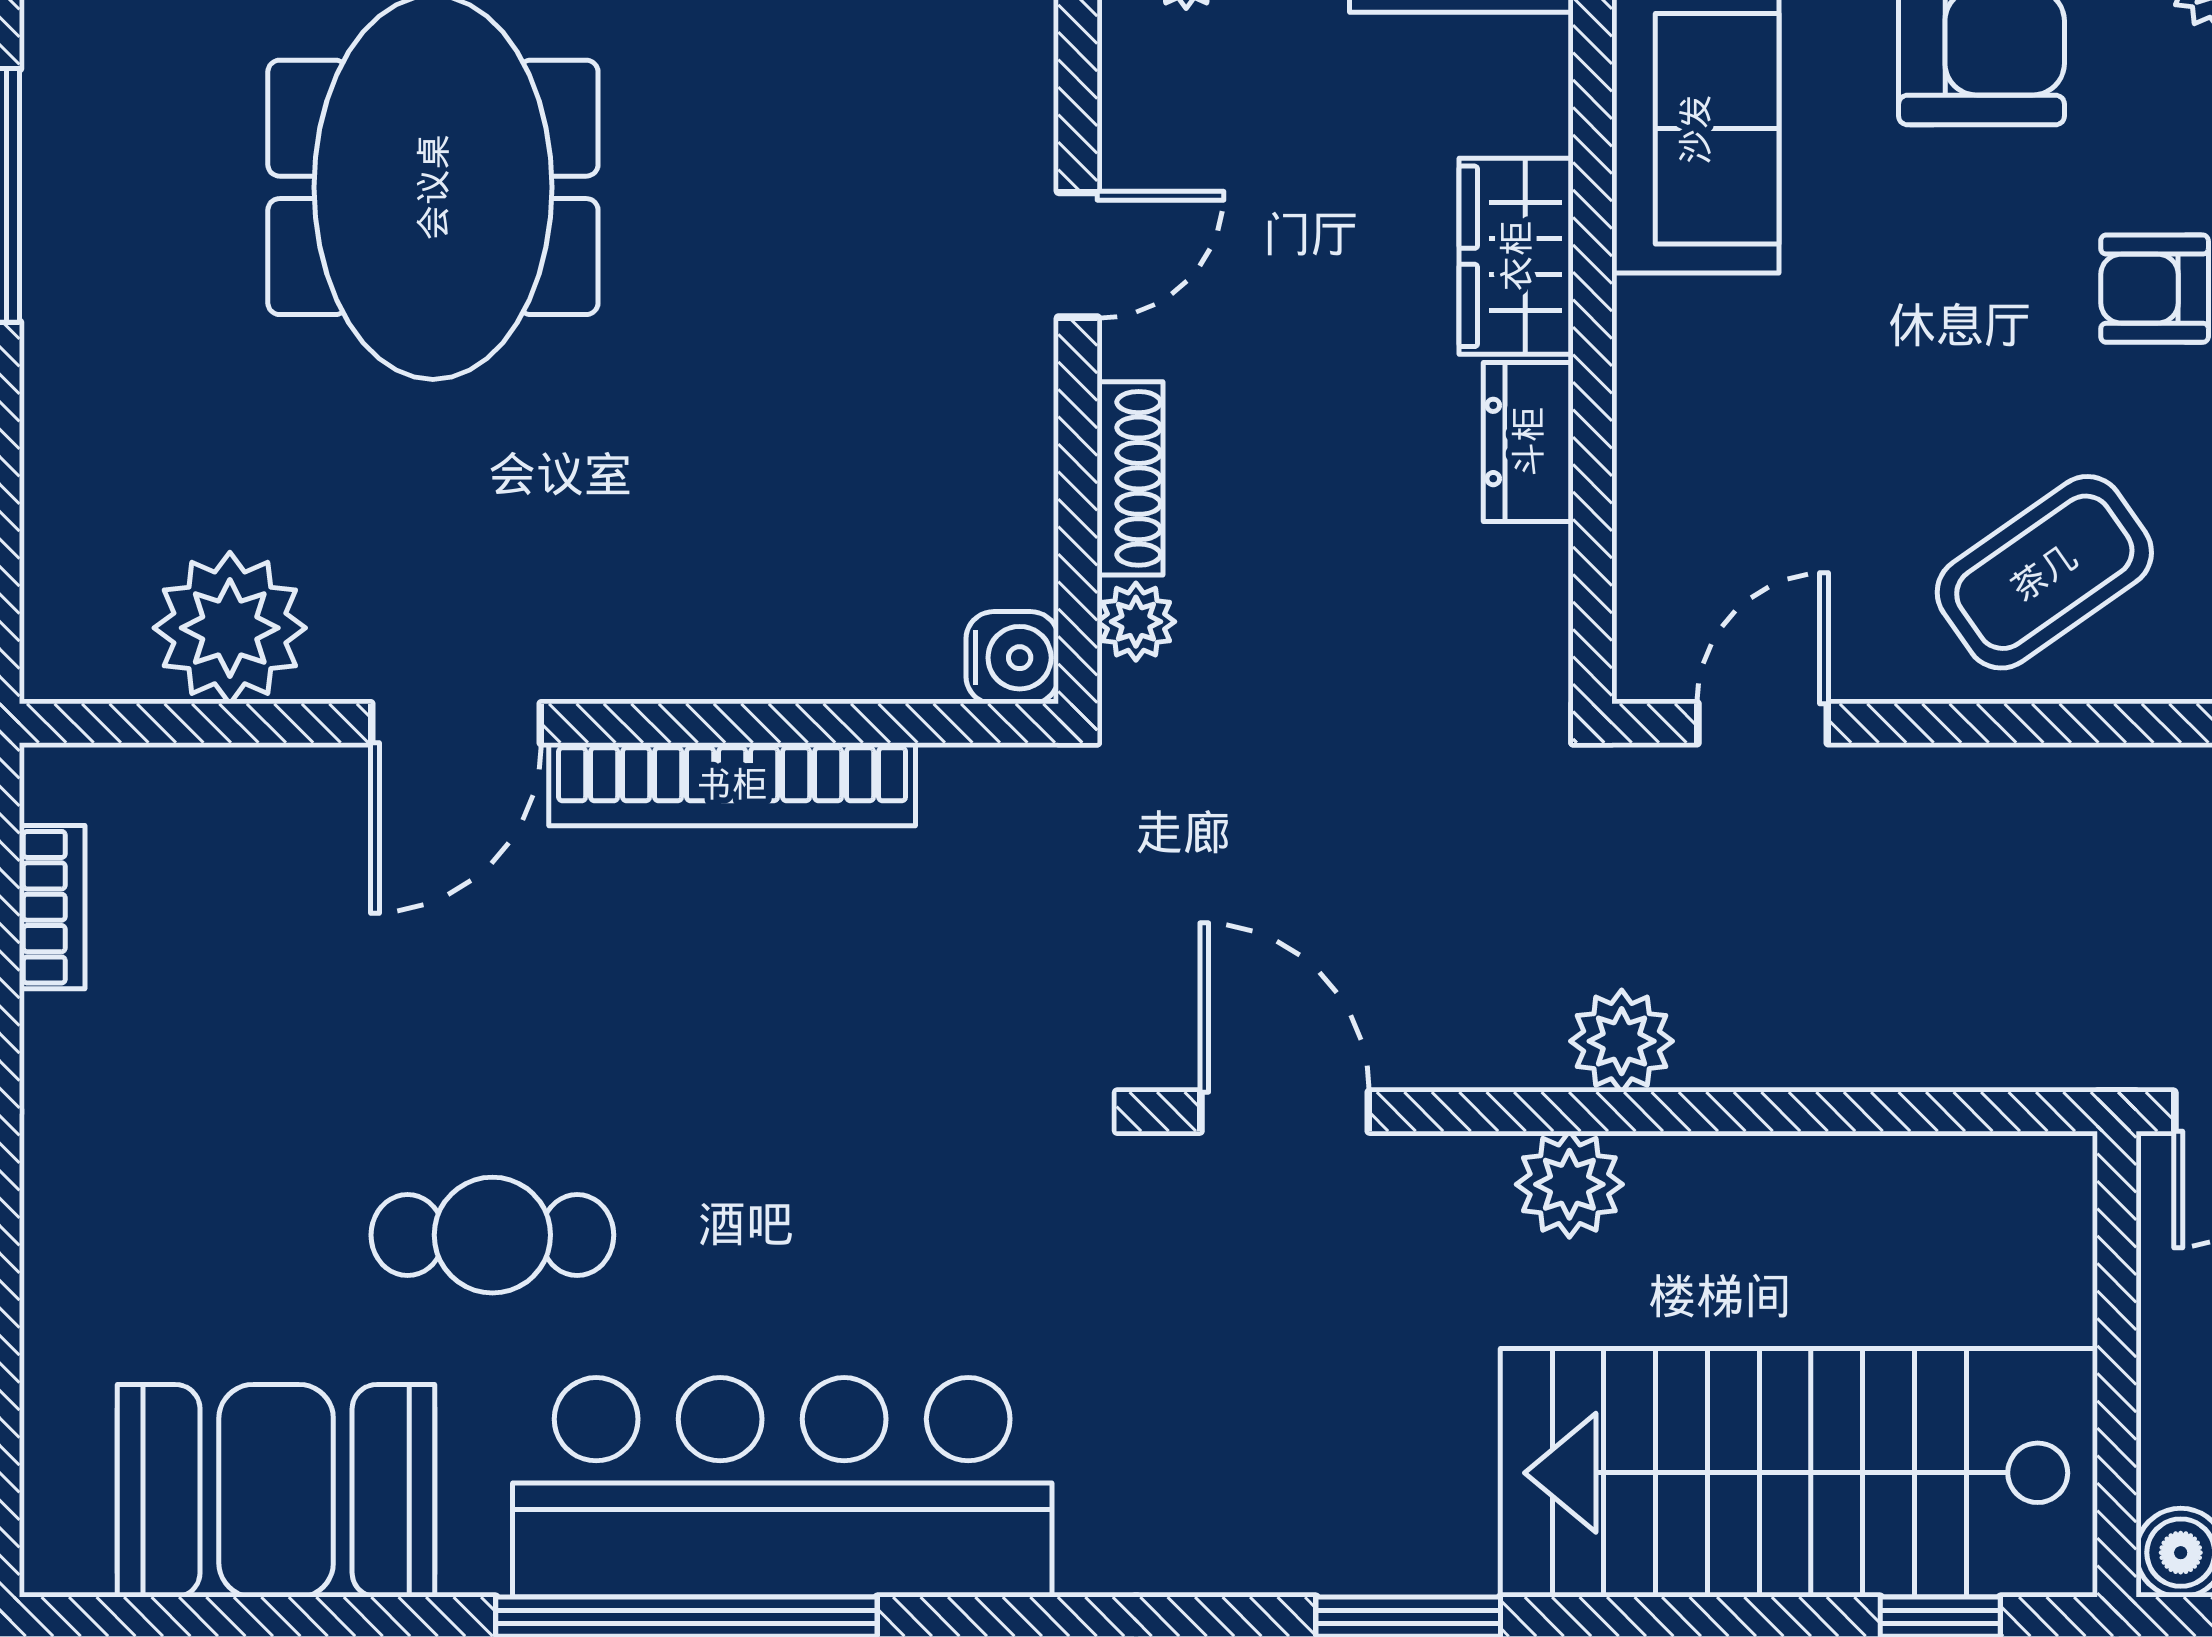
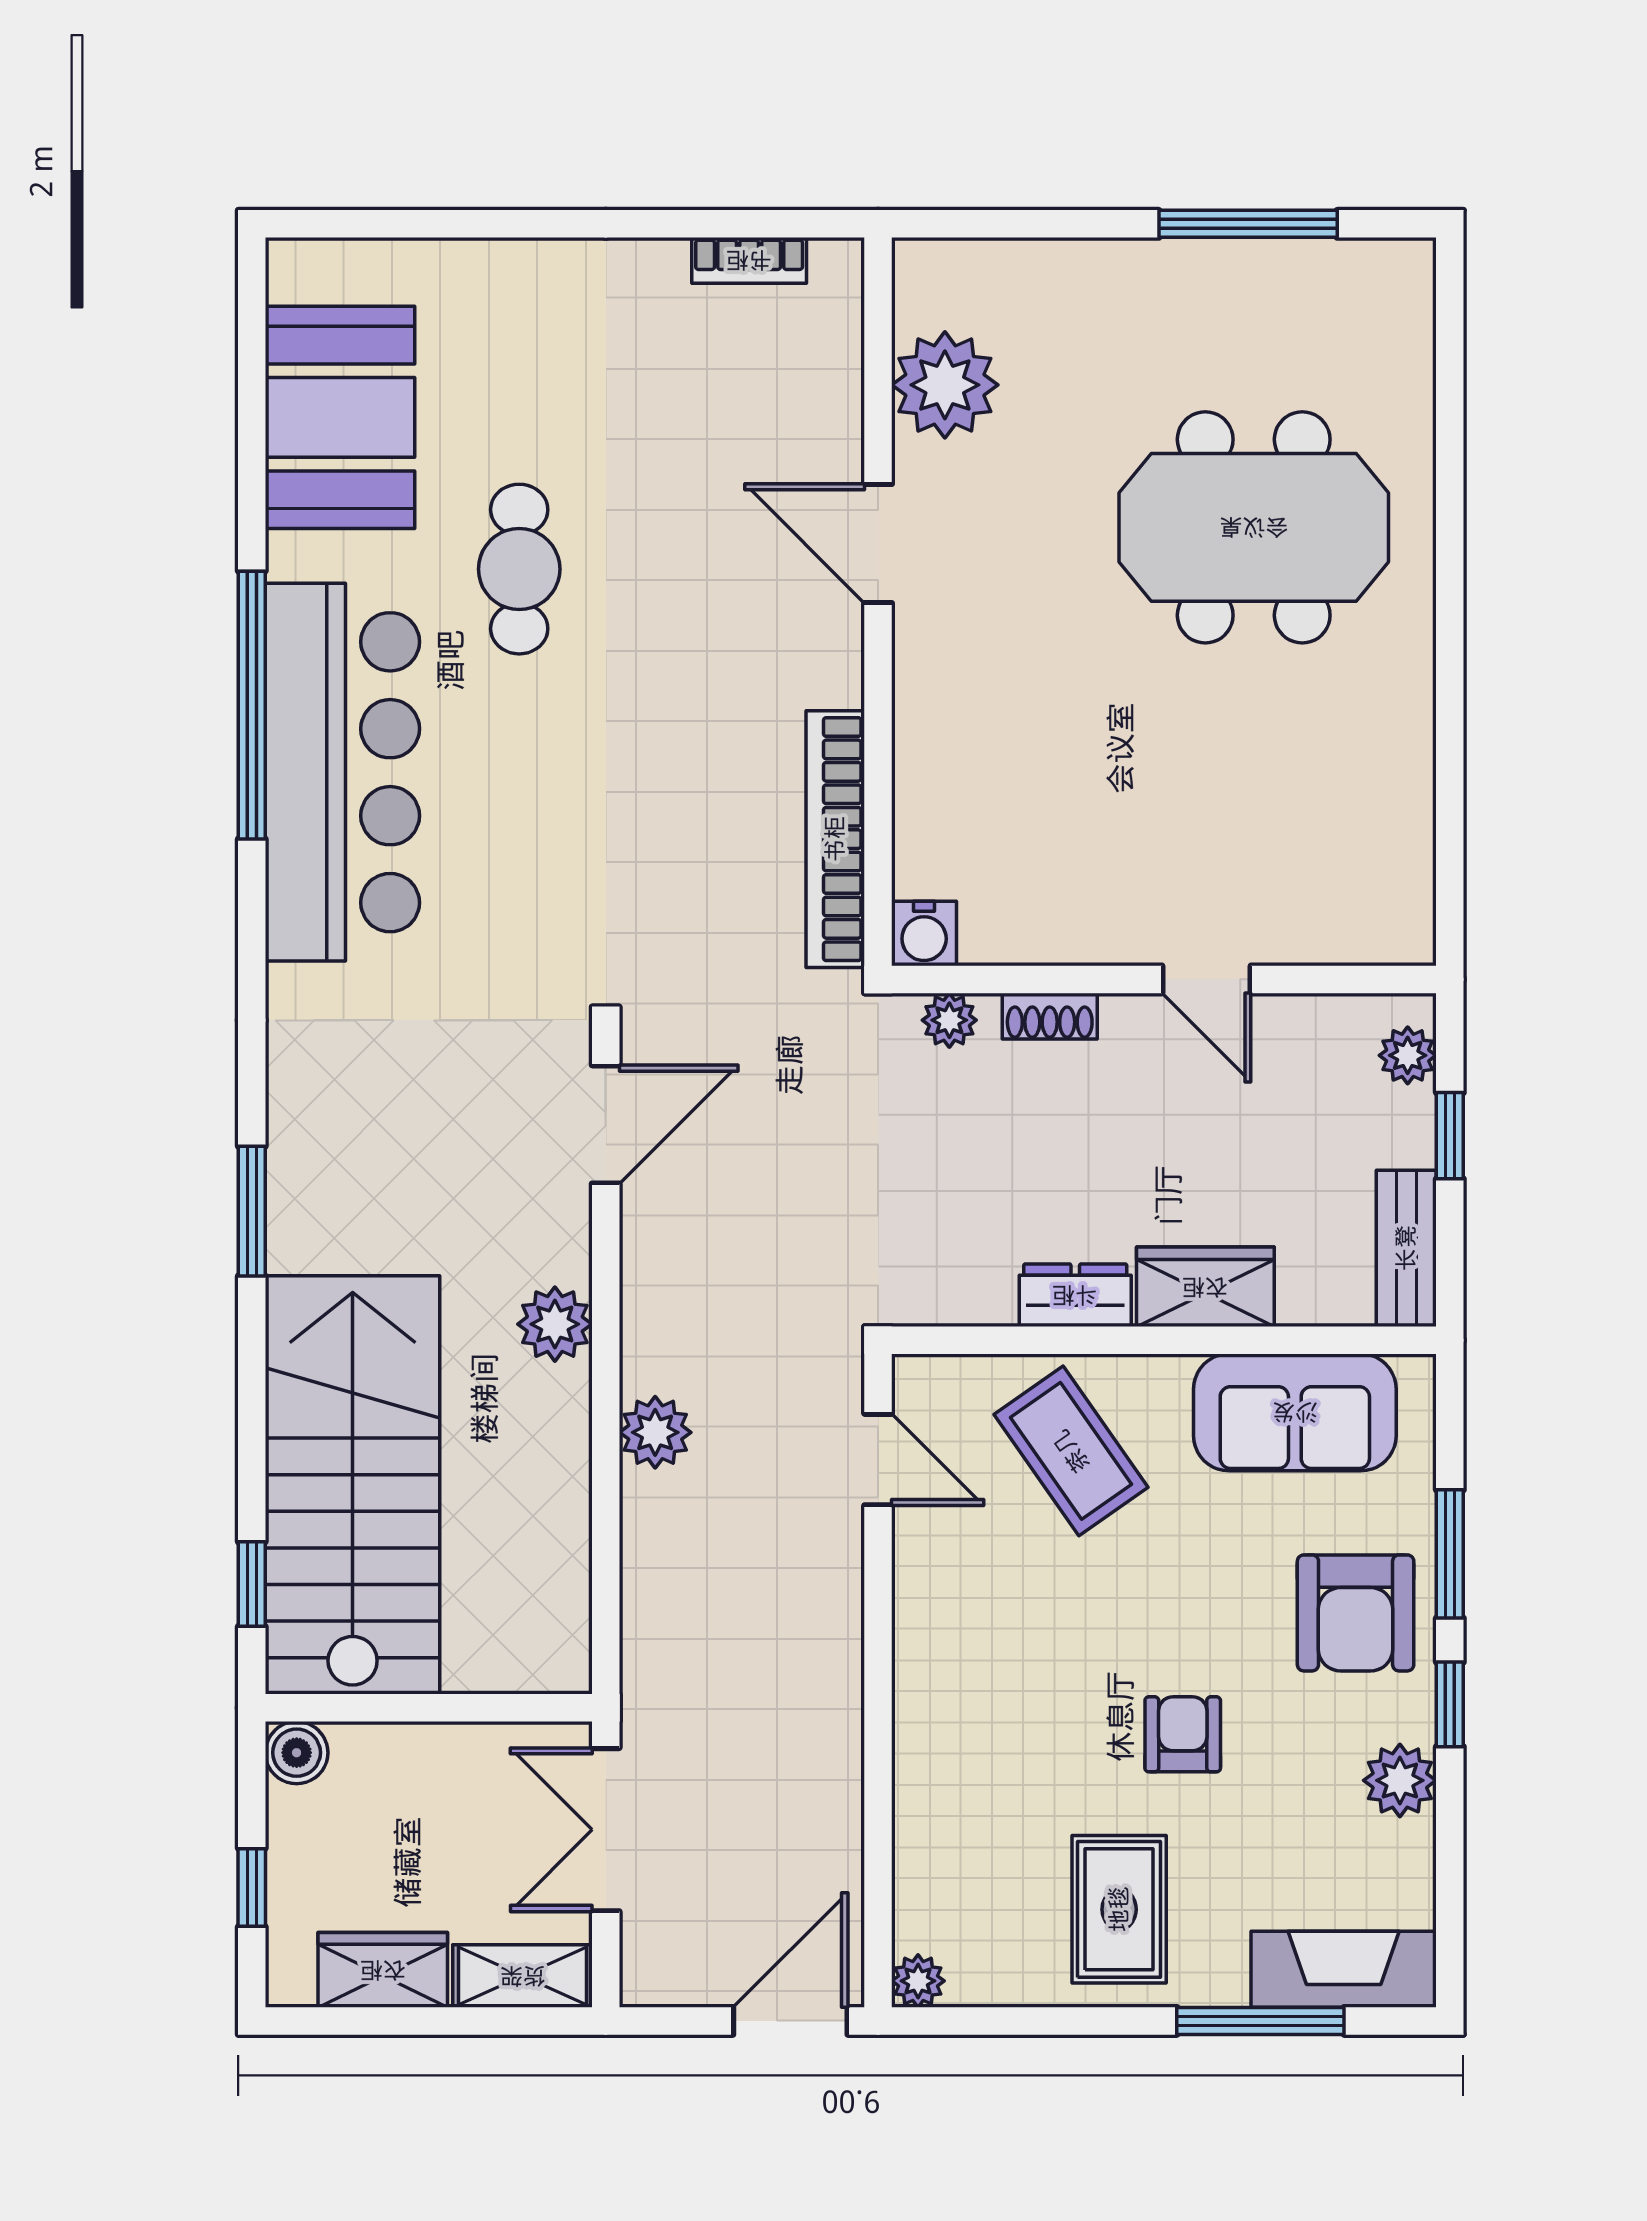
shoe rack: (1130, 478) -> (1050, 1016), width x0.70
coffee table: (2044, 572) -> (1071, 1451), moved
bookcase: (732, 784) -> (835, 839), moved
plant: (1622, 1041) -> (655, 1432), moved

